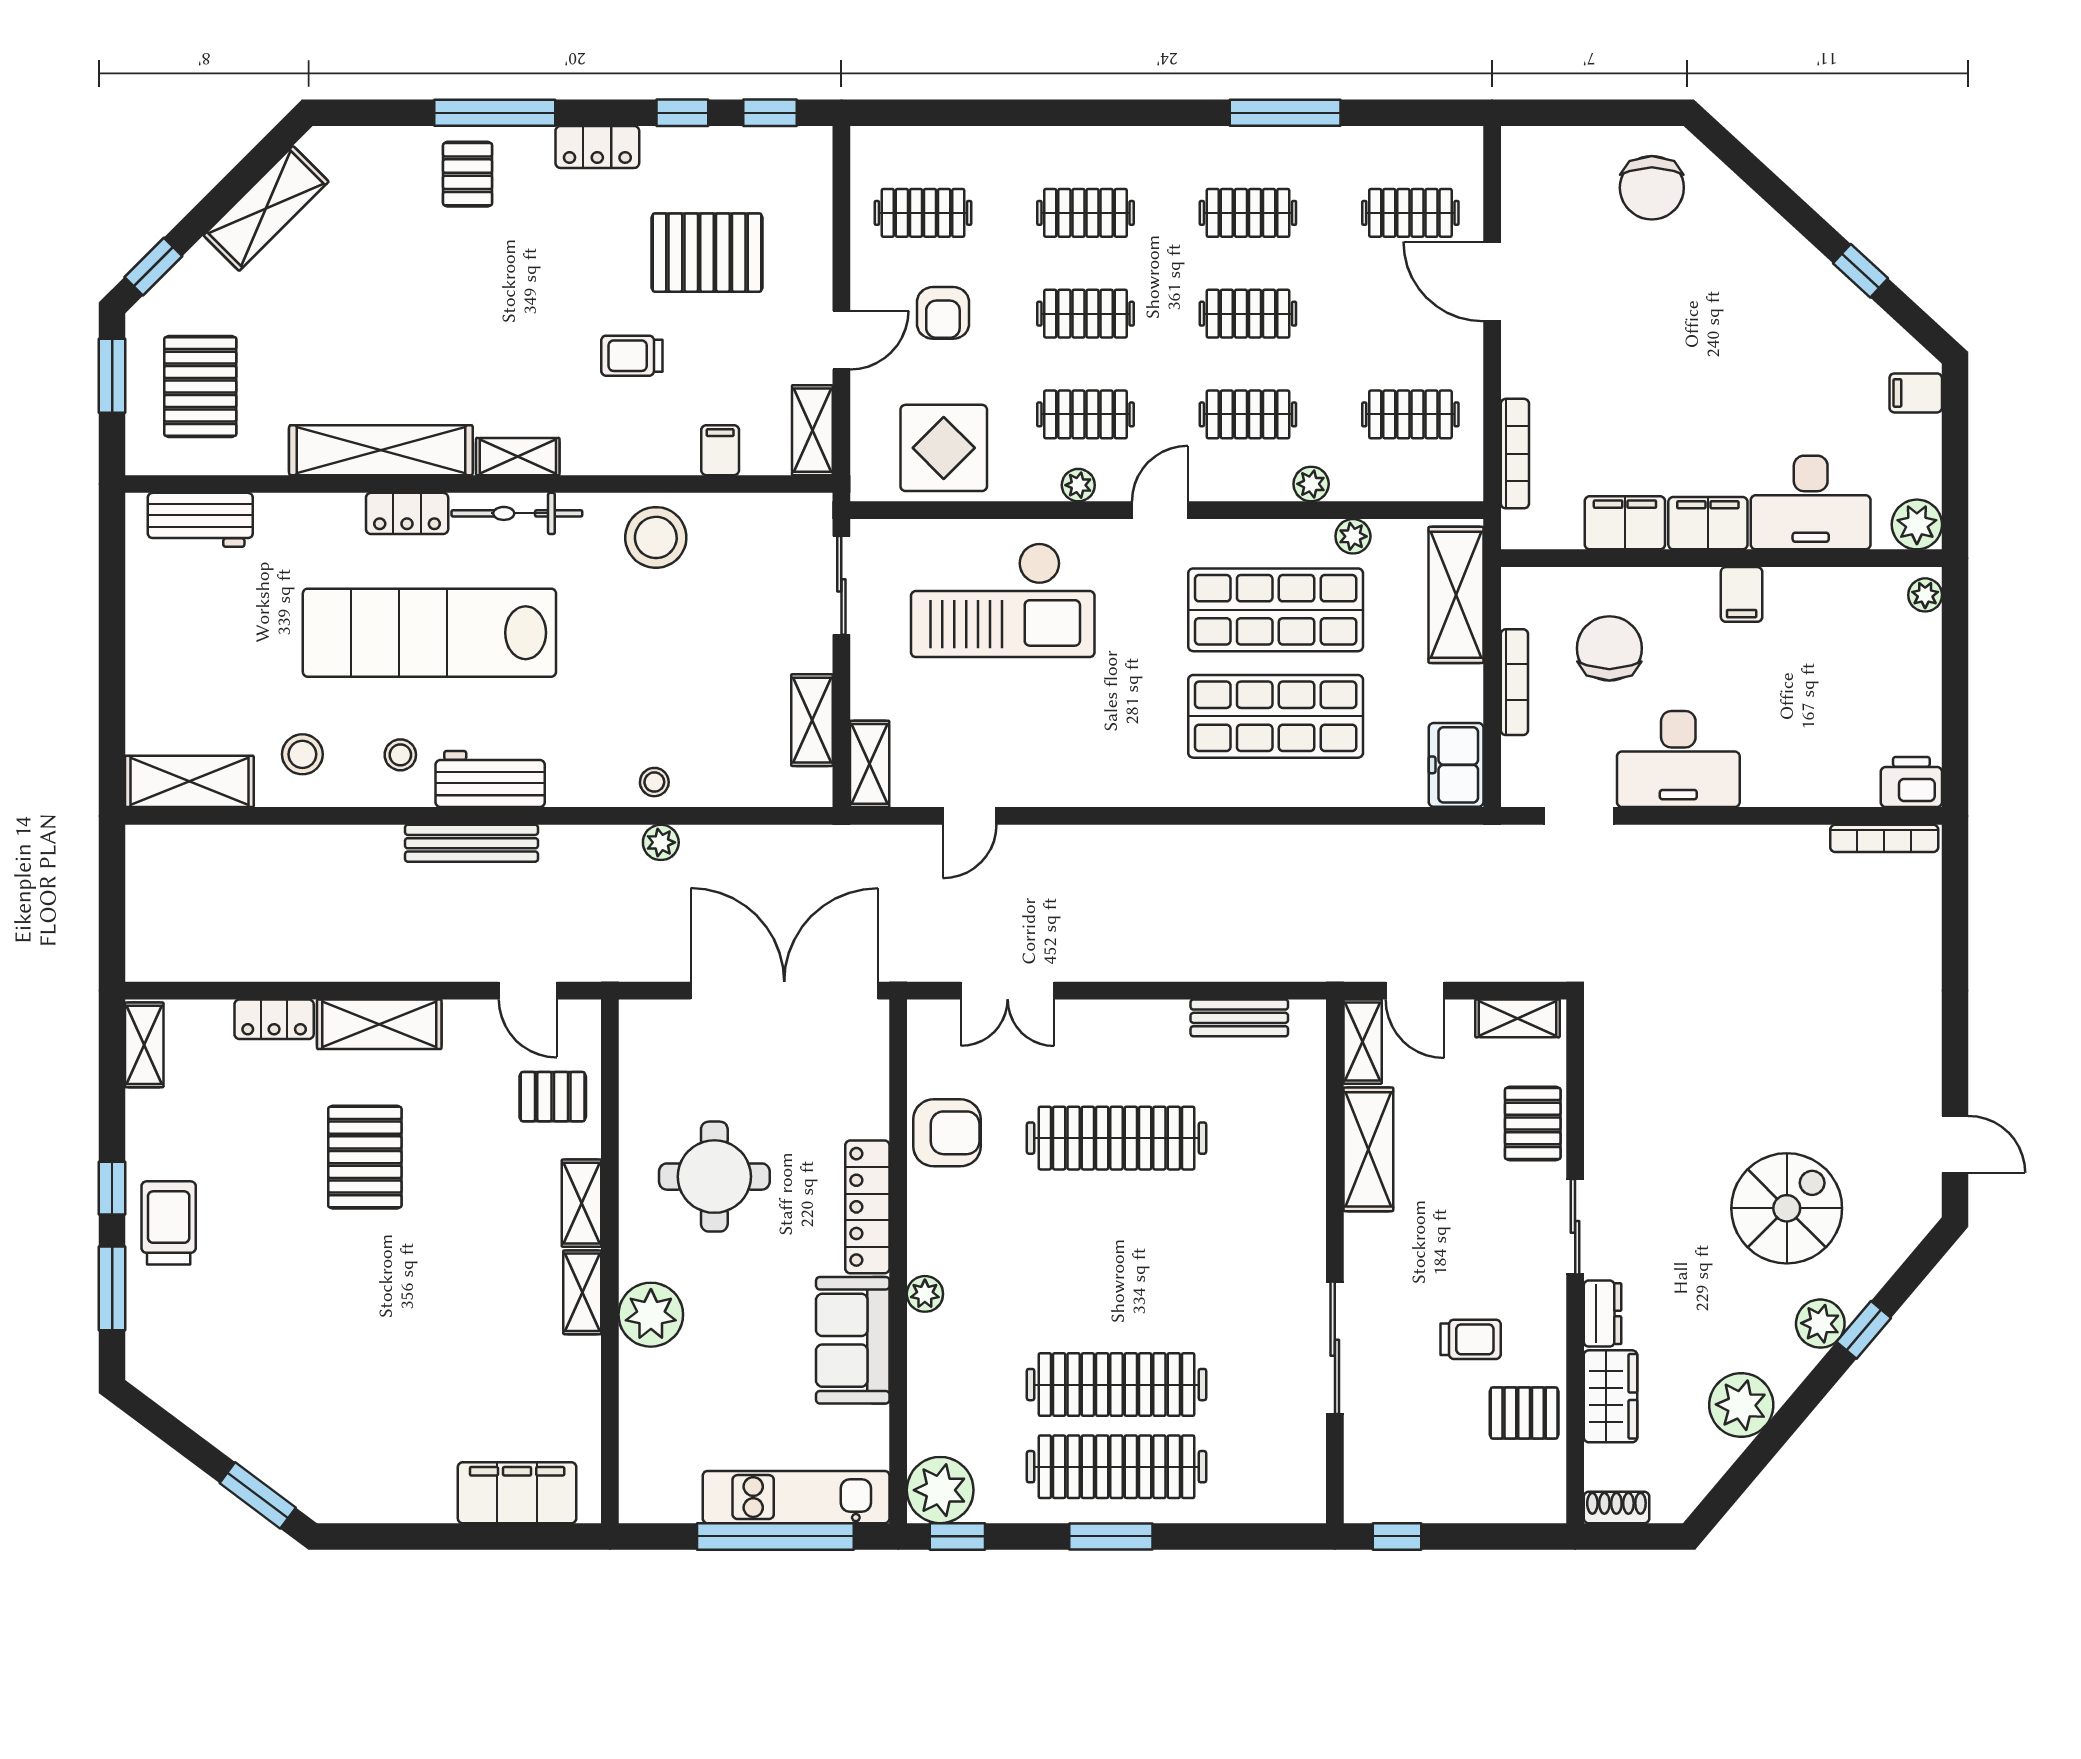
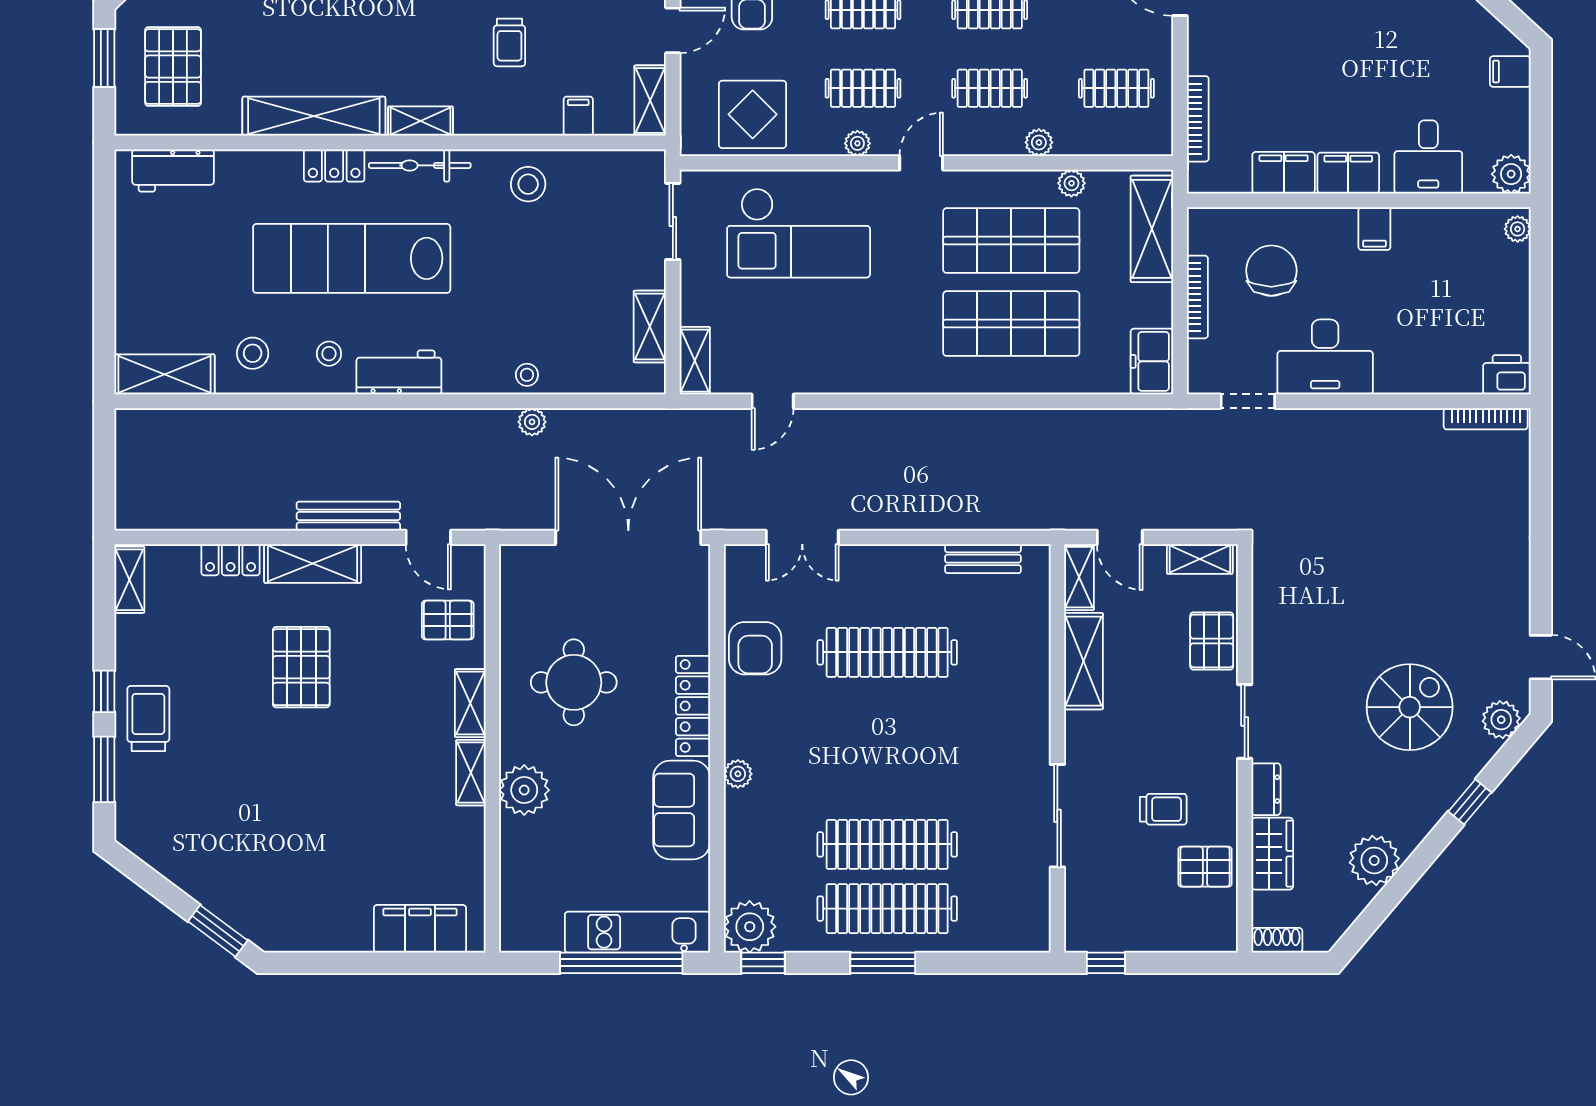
trolley: (632, 356) -> (509, 42), turned -90
desk: (1811, 503) -> (1428, 157), width x0.73
stool: (656, 537) -> (528, 184), width x0.73, depth x0.73
bench: (471, 843) -> (348, 516), moved
armchair: (947, 1133) -> (755, 648), turned 90
plant: (1820, 1324) -> (1501, 720), moved

